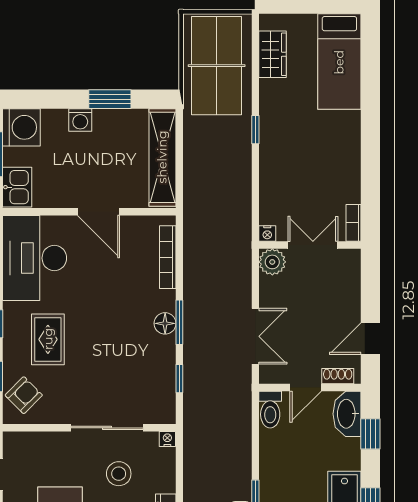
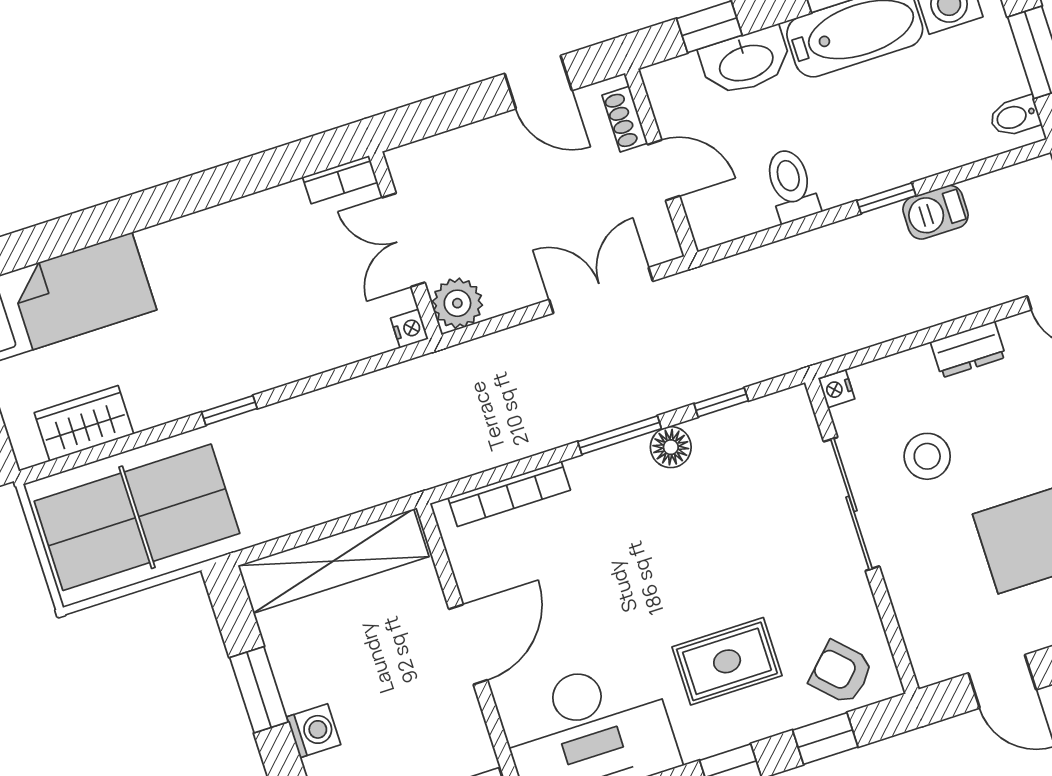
floor lamp: (165, 323) -> (671, 447), moved
toilet: (270, 410) -> (791, 185), moved, turned -90
washbasin: (347, 414) -> (746, 62), moved

